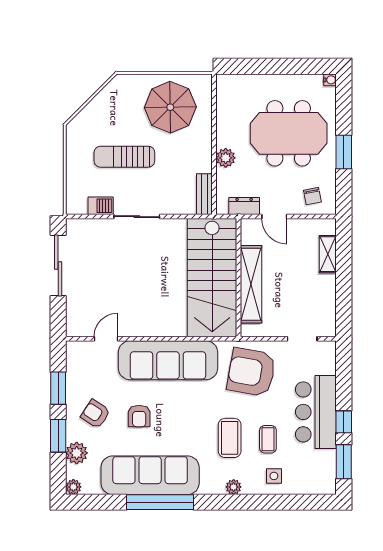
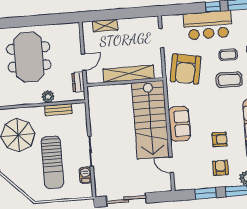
window: (344, 152) -> (38, 20), removed
sun lounger: (124, 157) -> (52, 162), width x1.36, depth x1.34
bench: (204, 194) -> (58, 110), moved
chair: (312, 196) -> (68, 38), removed
stairs: (212, 277) -> (150, 120), moved, turned 90
sofa: (168, 360) -> (179, 124), width x0.54, depth x0.79
armchair: (96, 414) -> (220, 168), turned 147

